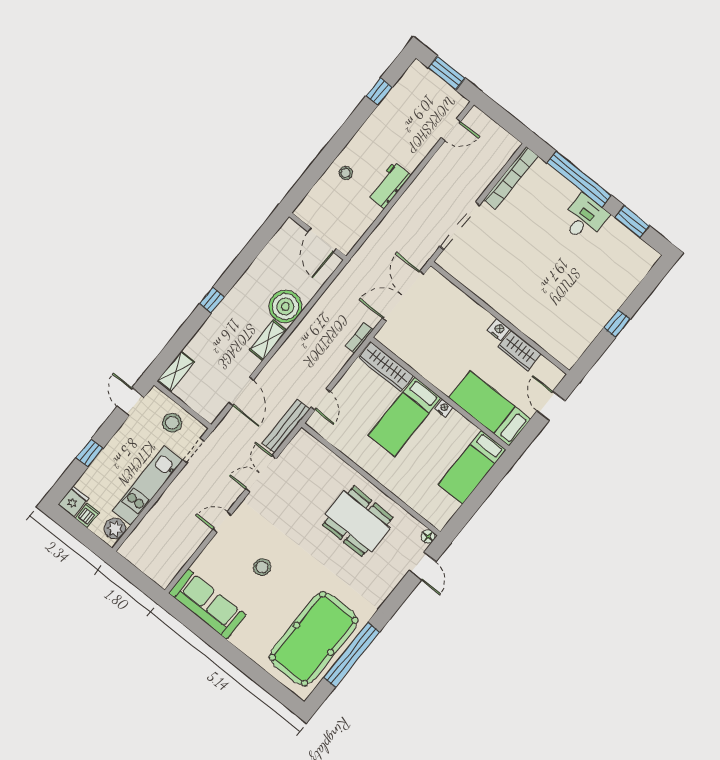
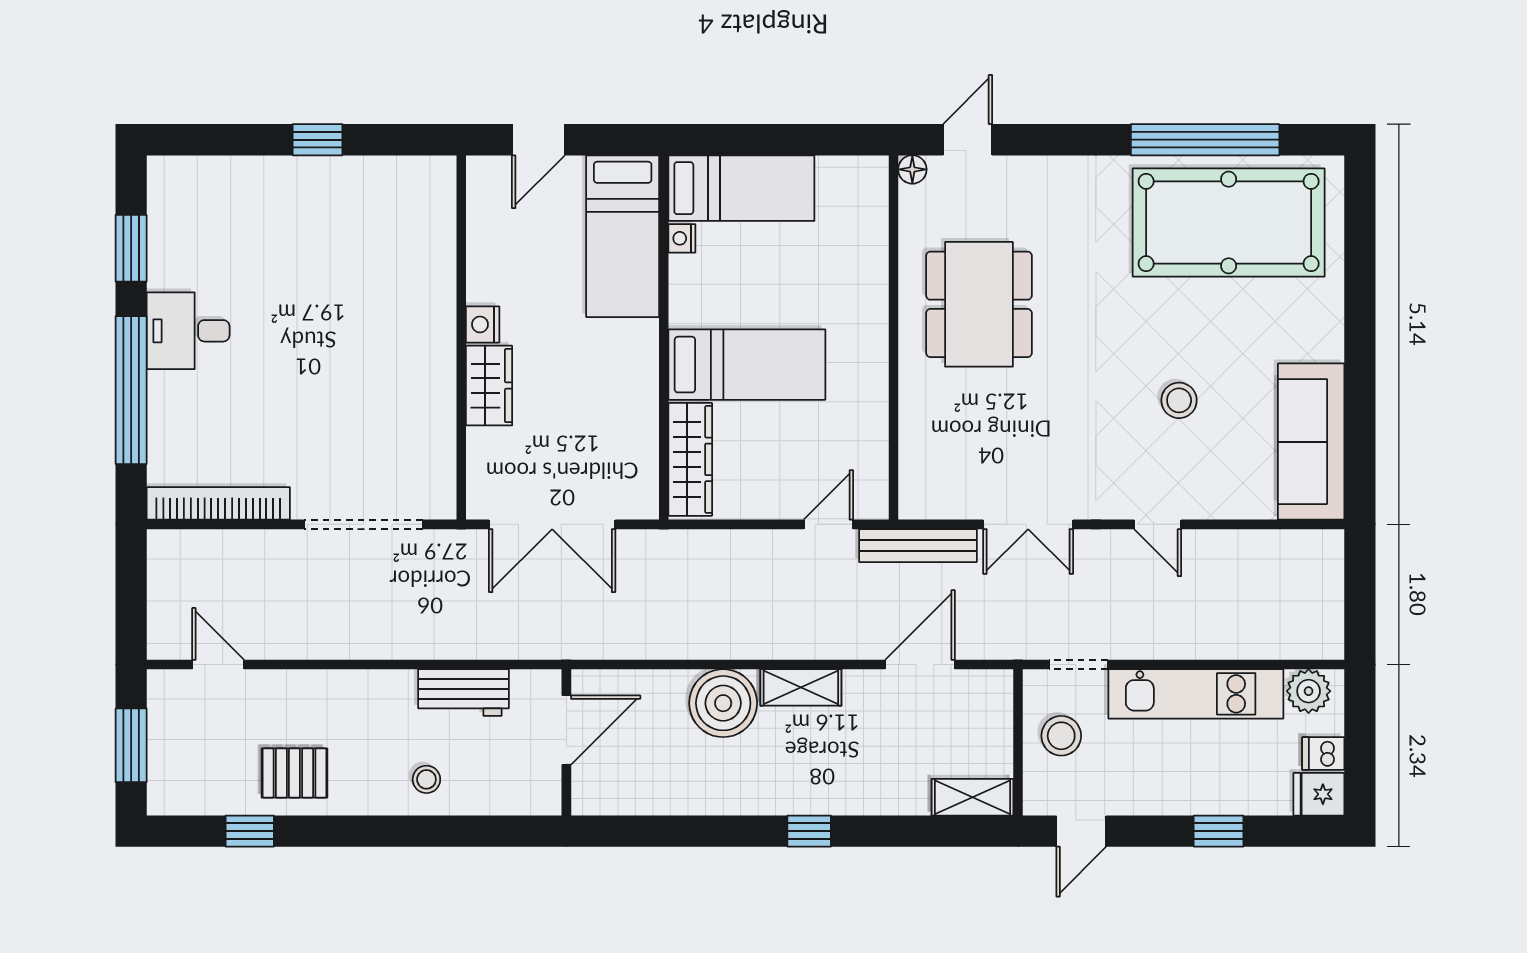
pallet: (387, 126) -> (294, 773), added
workbench: (389, 185) -> (463, 693), moved
bookcase: (359, 338) -> (678, 542), removed
wardrobe: (519, 351) -> (489, 386), moved
nightstand: (444, 408) -> (682, 238), moved

